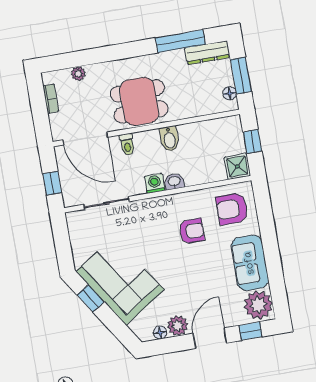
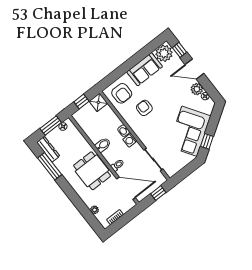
door: (85, 139) -> (126, 188), hinge flipped

